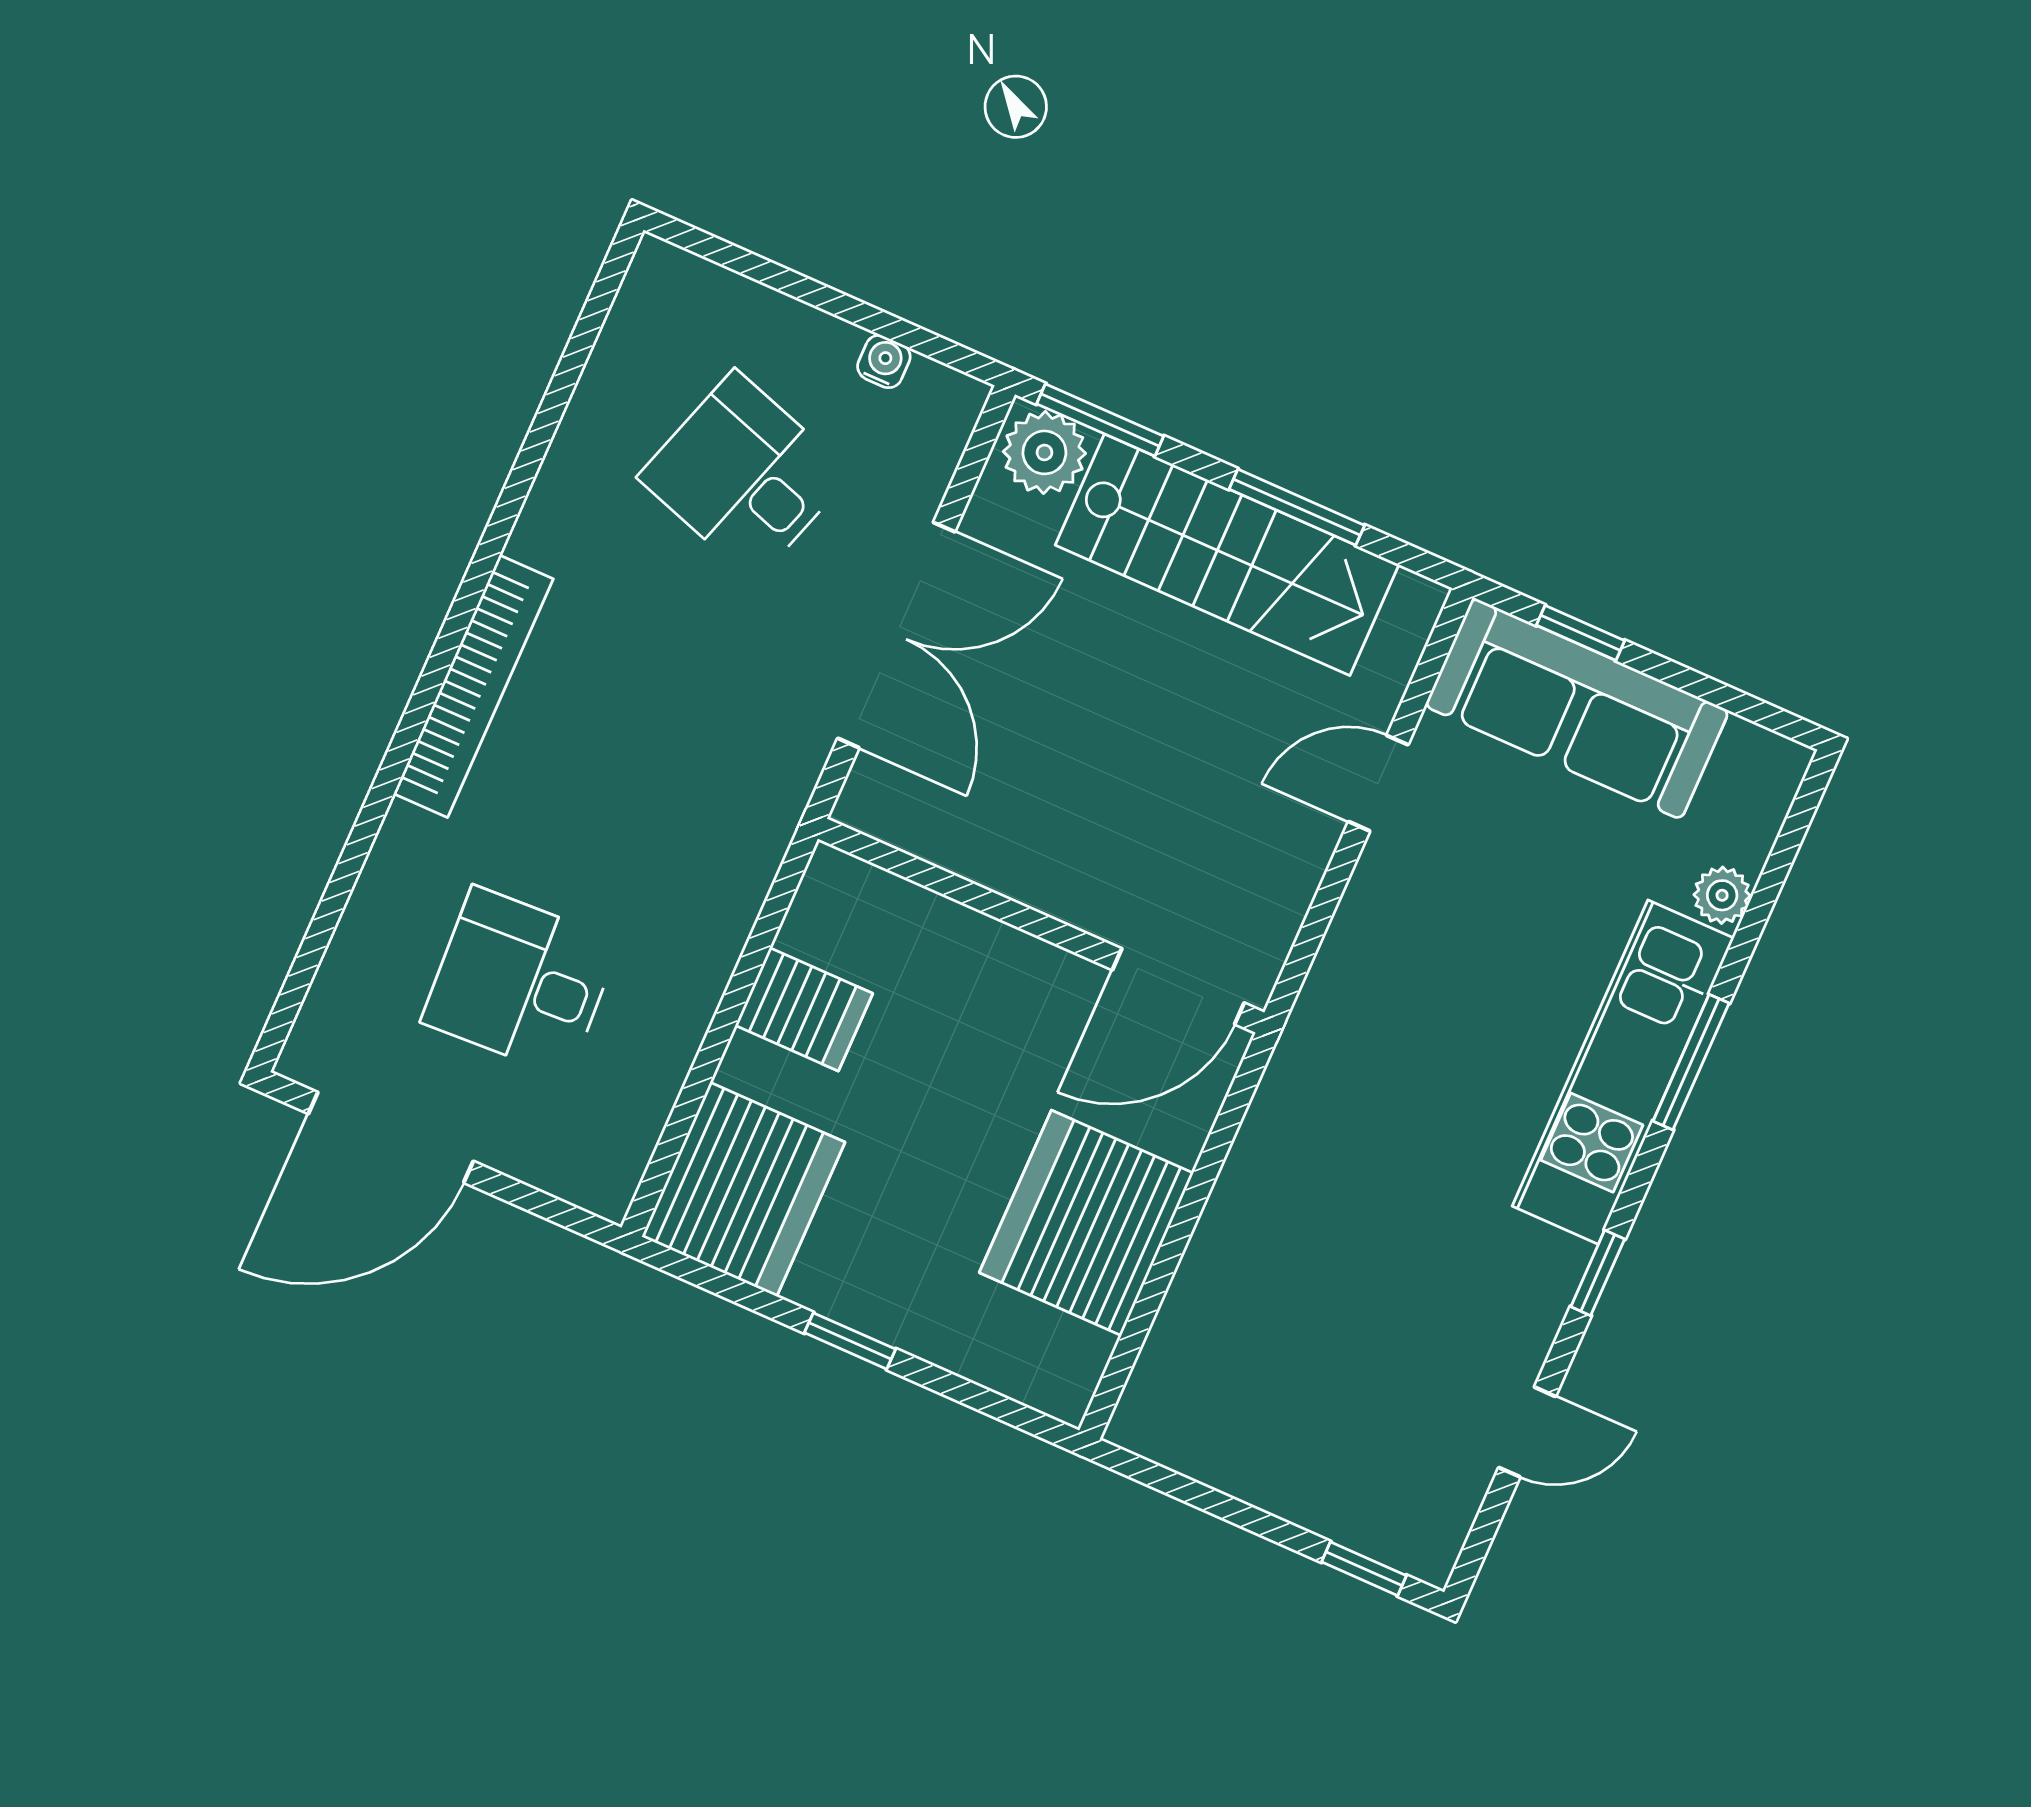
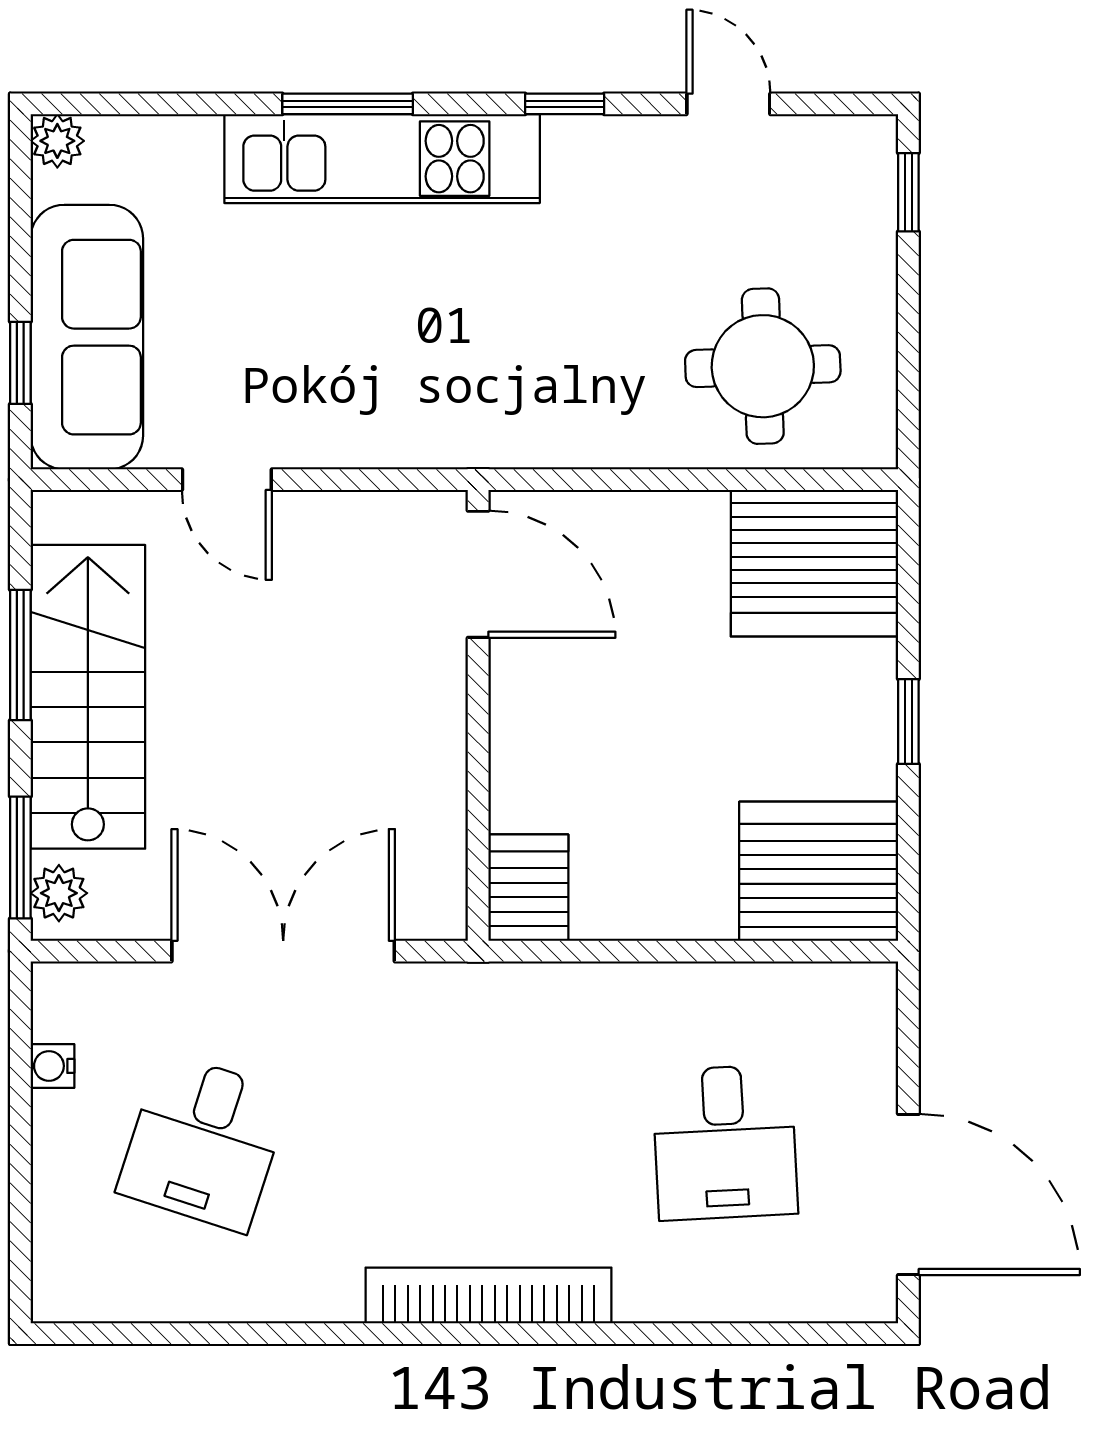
plant: (1044, 452) -> (59, 893), width x0.73, depth x0.73
plant: (1722, 895) -> (57, 141), moved
server rack: (804, 1009) -> (528, 888), moved
server rack: (1086, 1223) -> (814, 563), moved
round table: (1258, 1352) -> (763, 366), added

